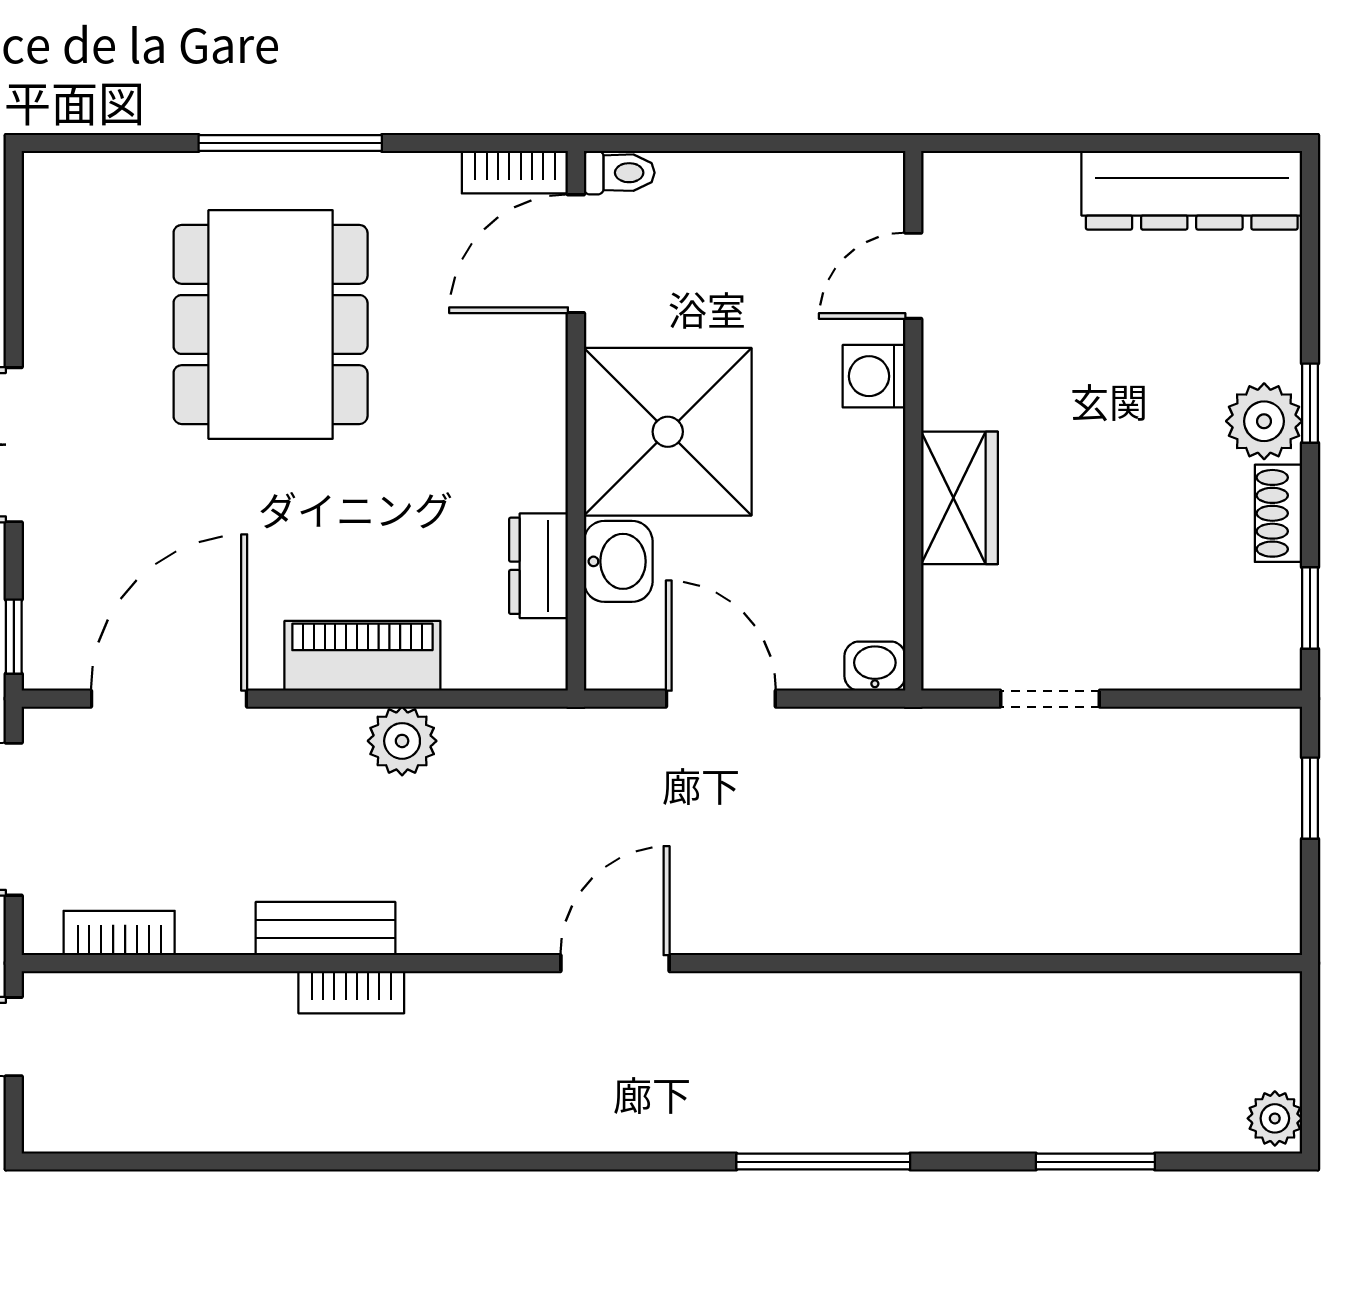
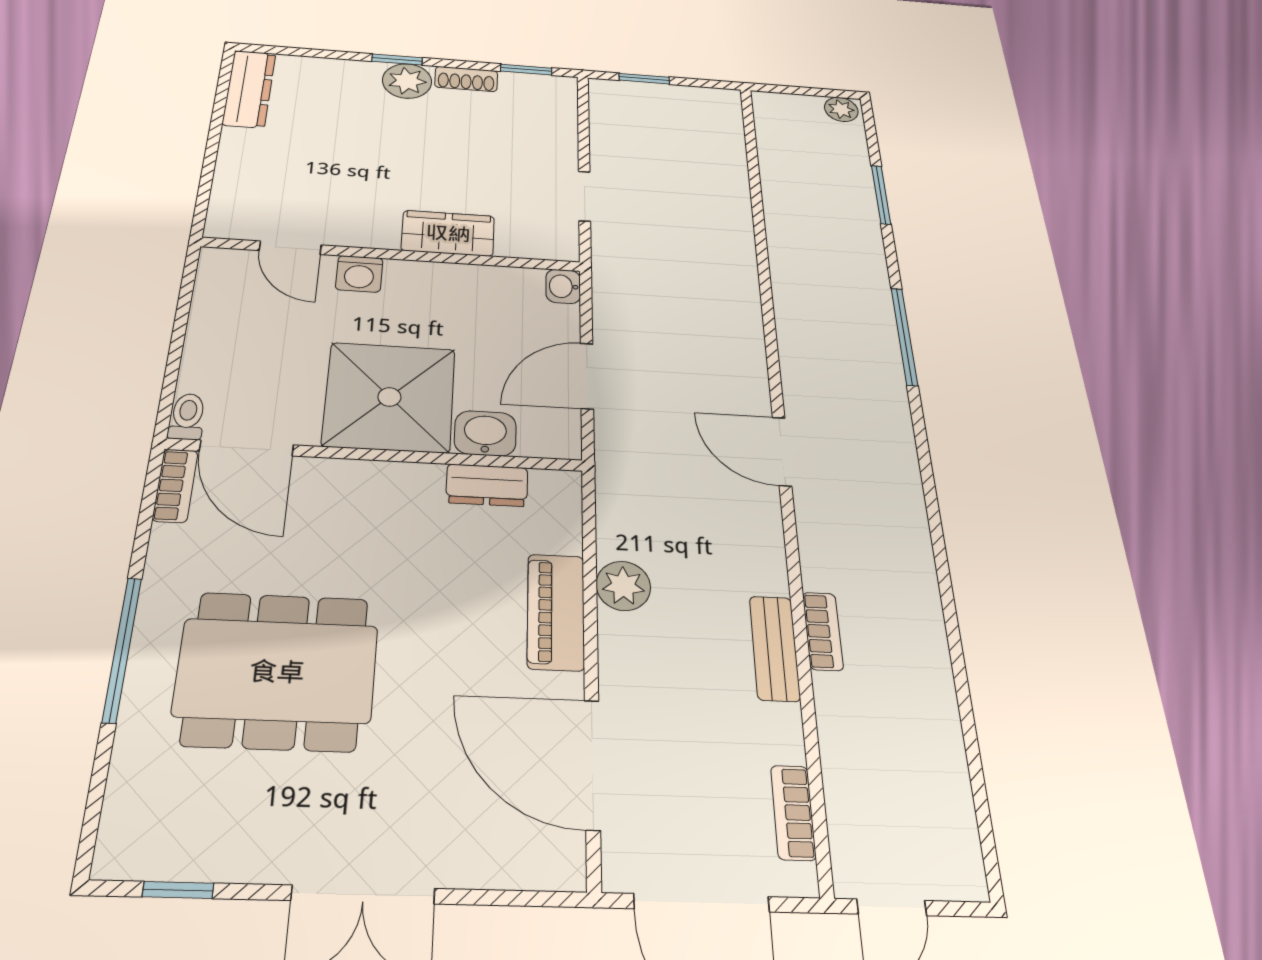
dresser: (1192, 190) -> (249, 89), width x0.73, depth x0.80
window: (14, 637) -> (178, 890), moved

